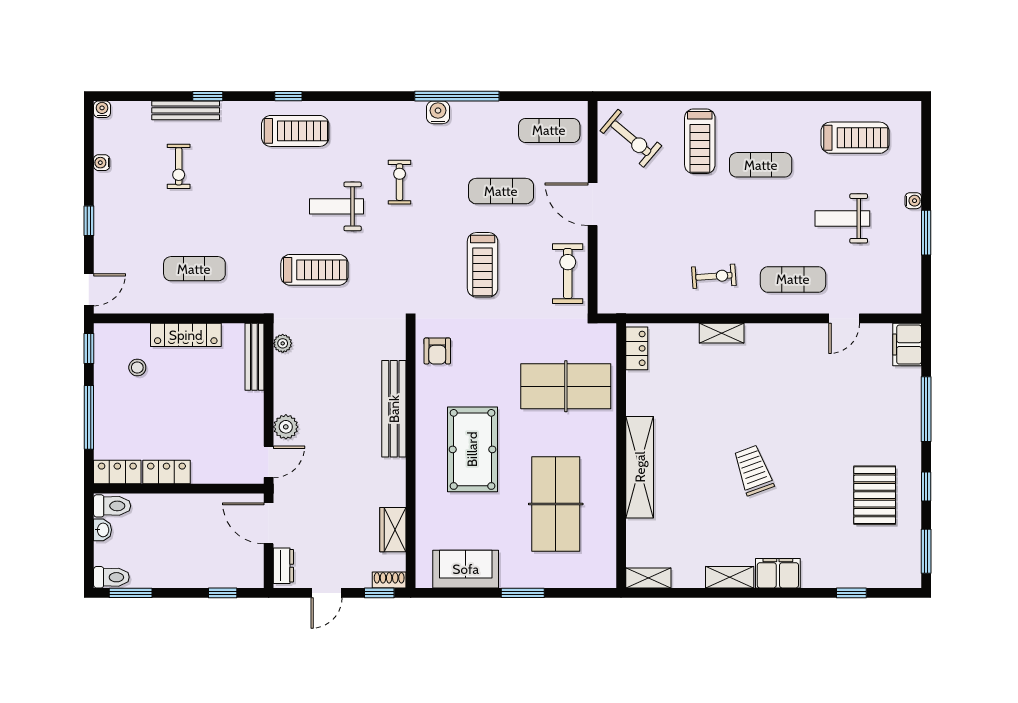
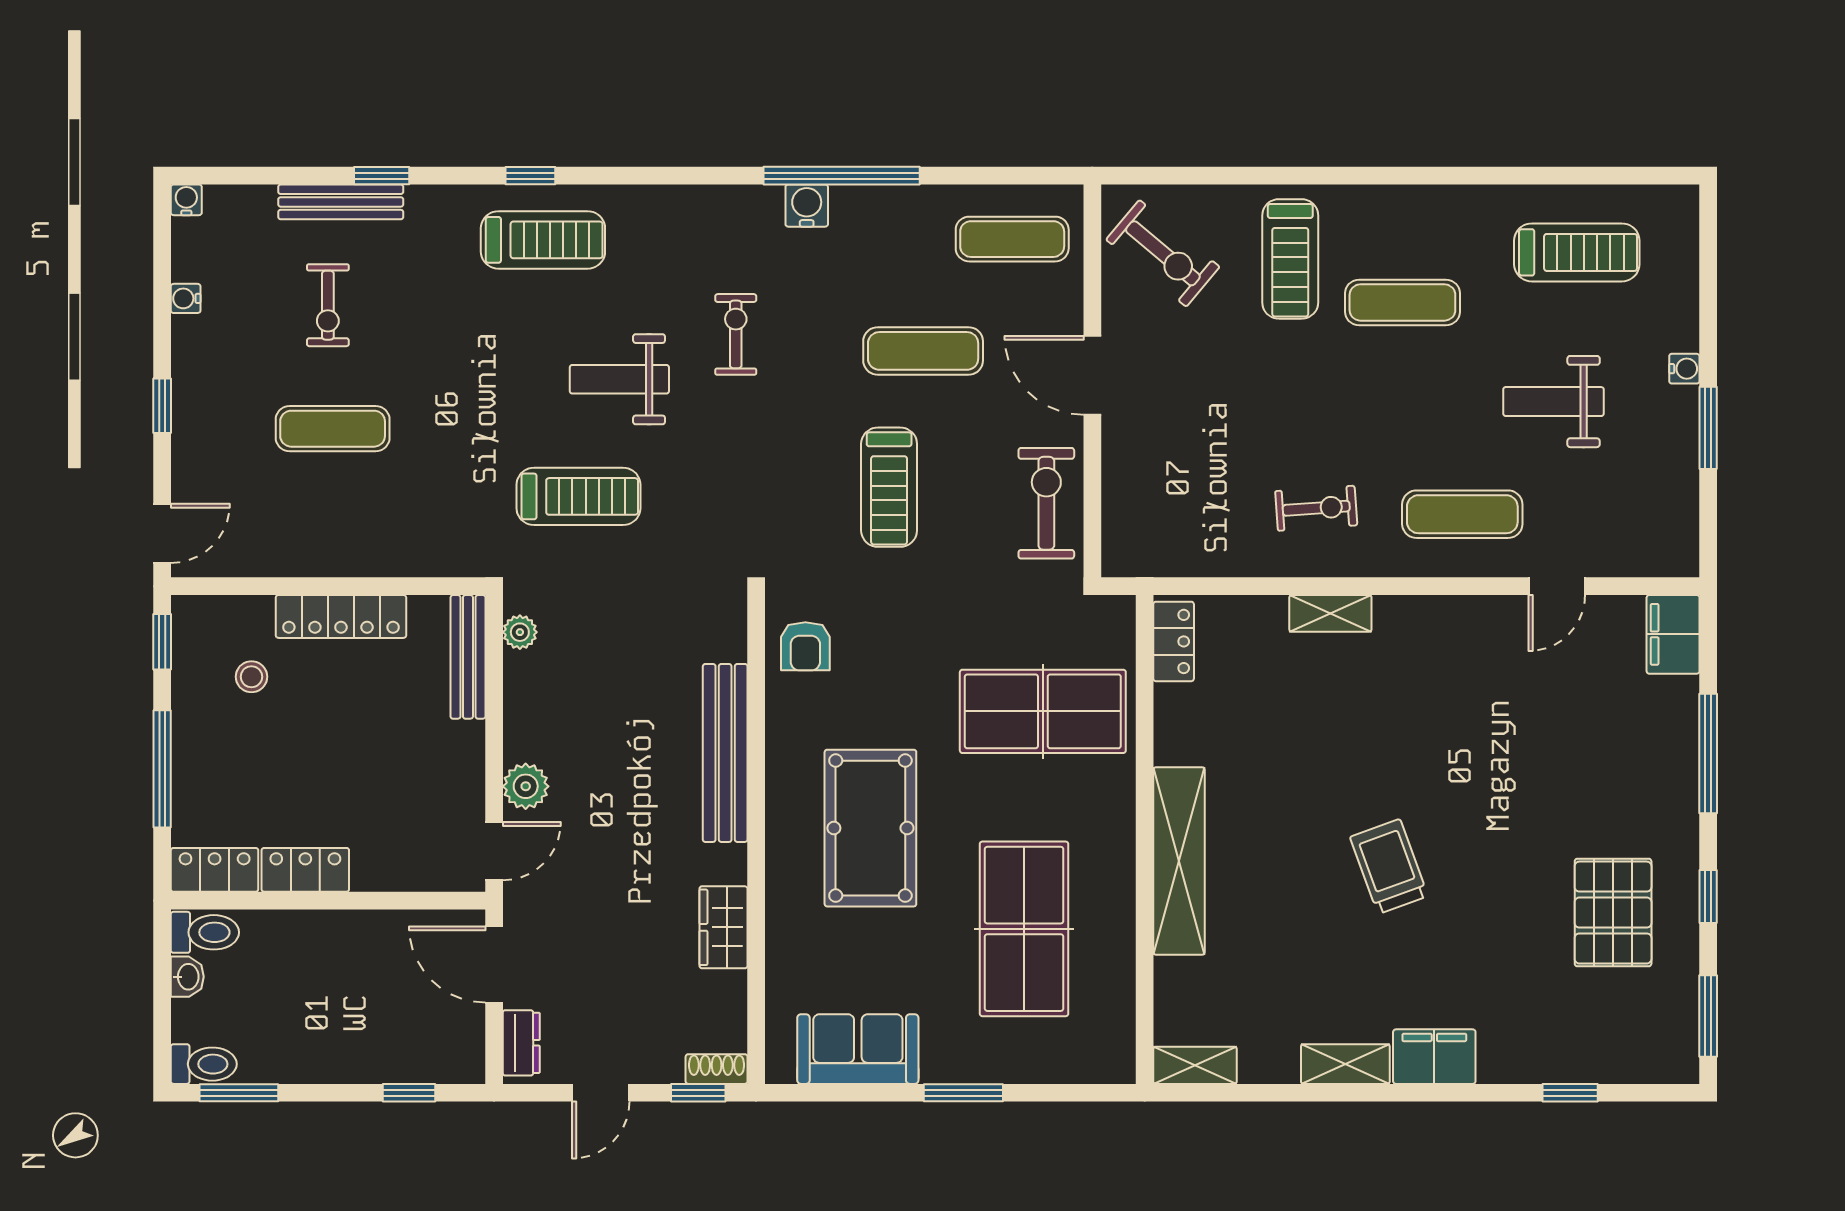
exercise mat: (194, 269) -> (333, 429), moved
wardrobe: (393, 530) -> (723, 927), moved

